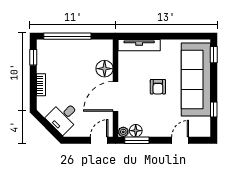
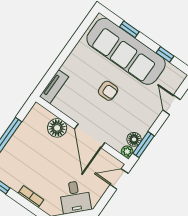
tv unit: (139, 45) -> (54, 87), width x0.71
window: (214, 55) -> (129, 29), moved
door: (99, 140) -> (119, 179), hinge flipped

